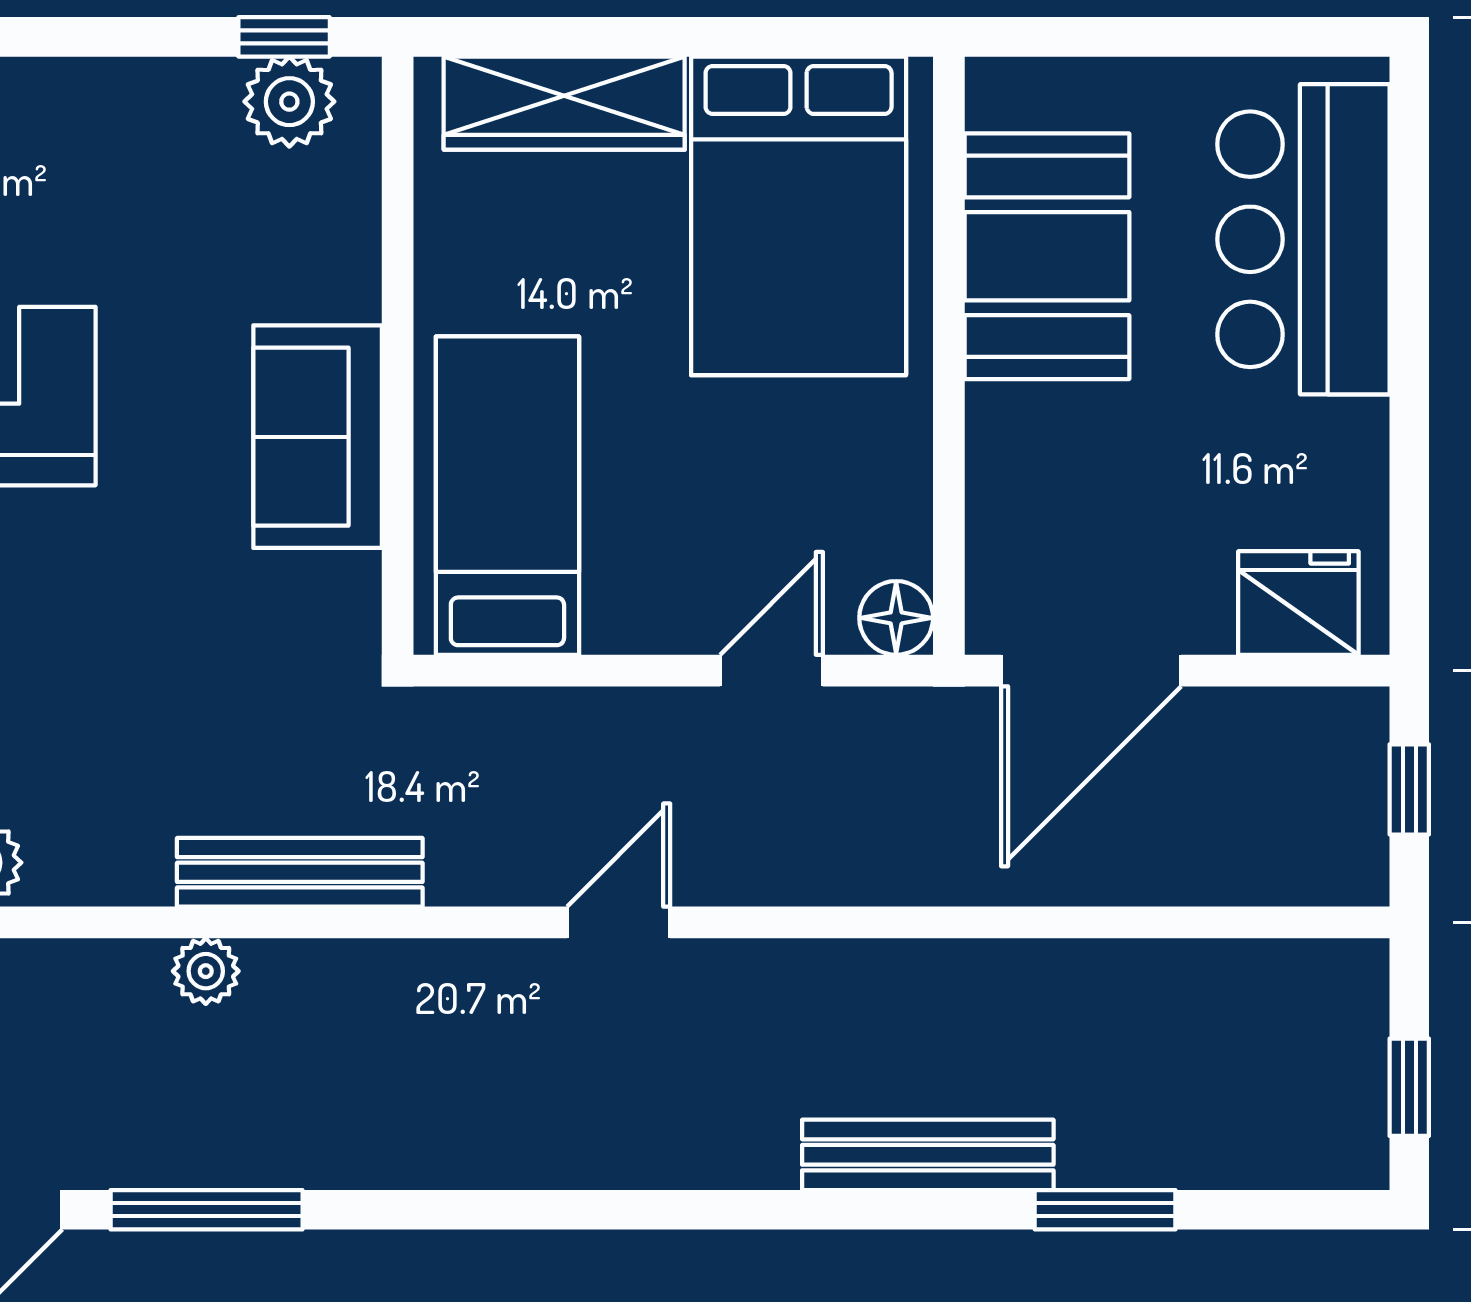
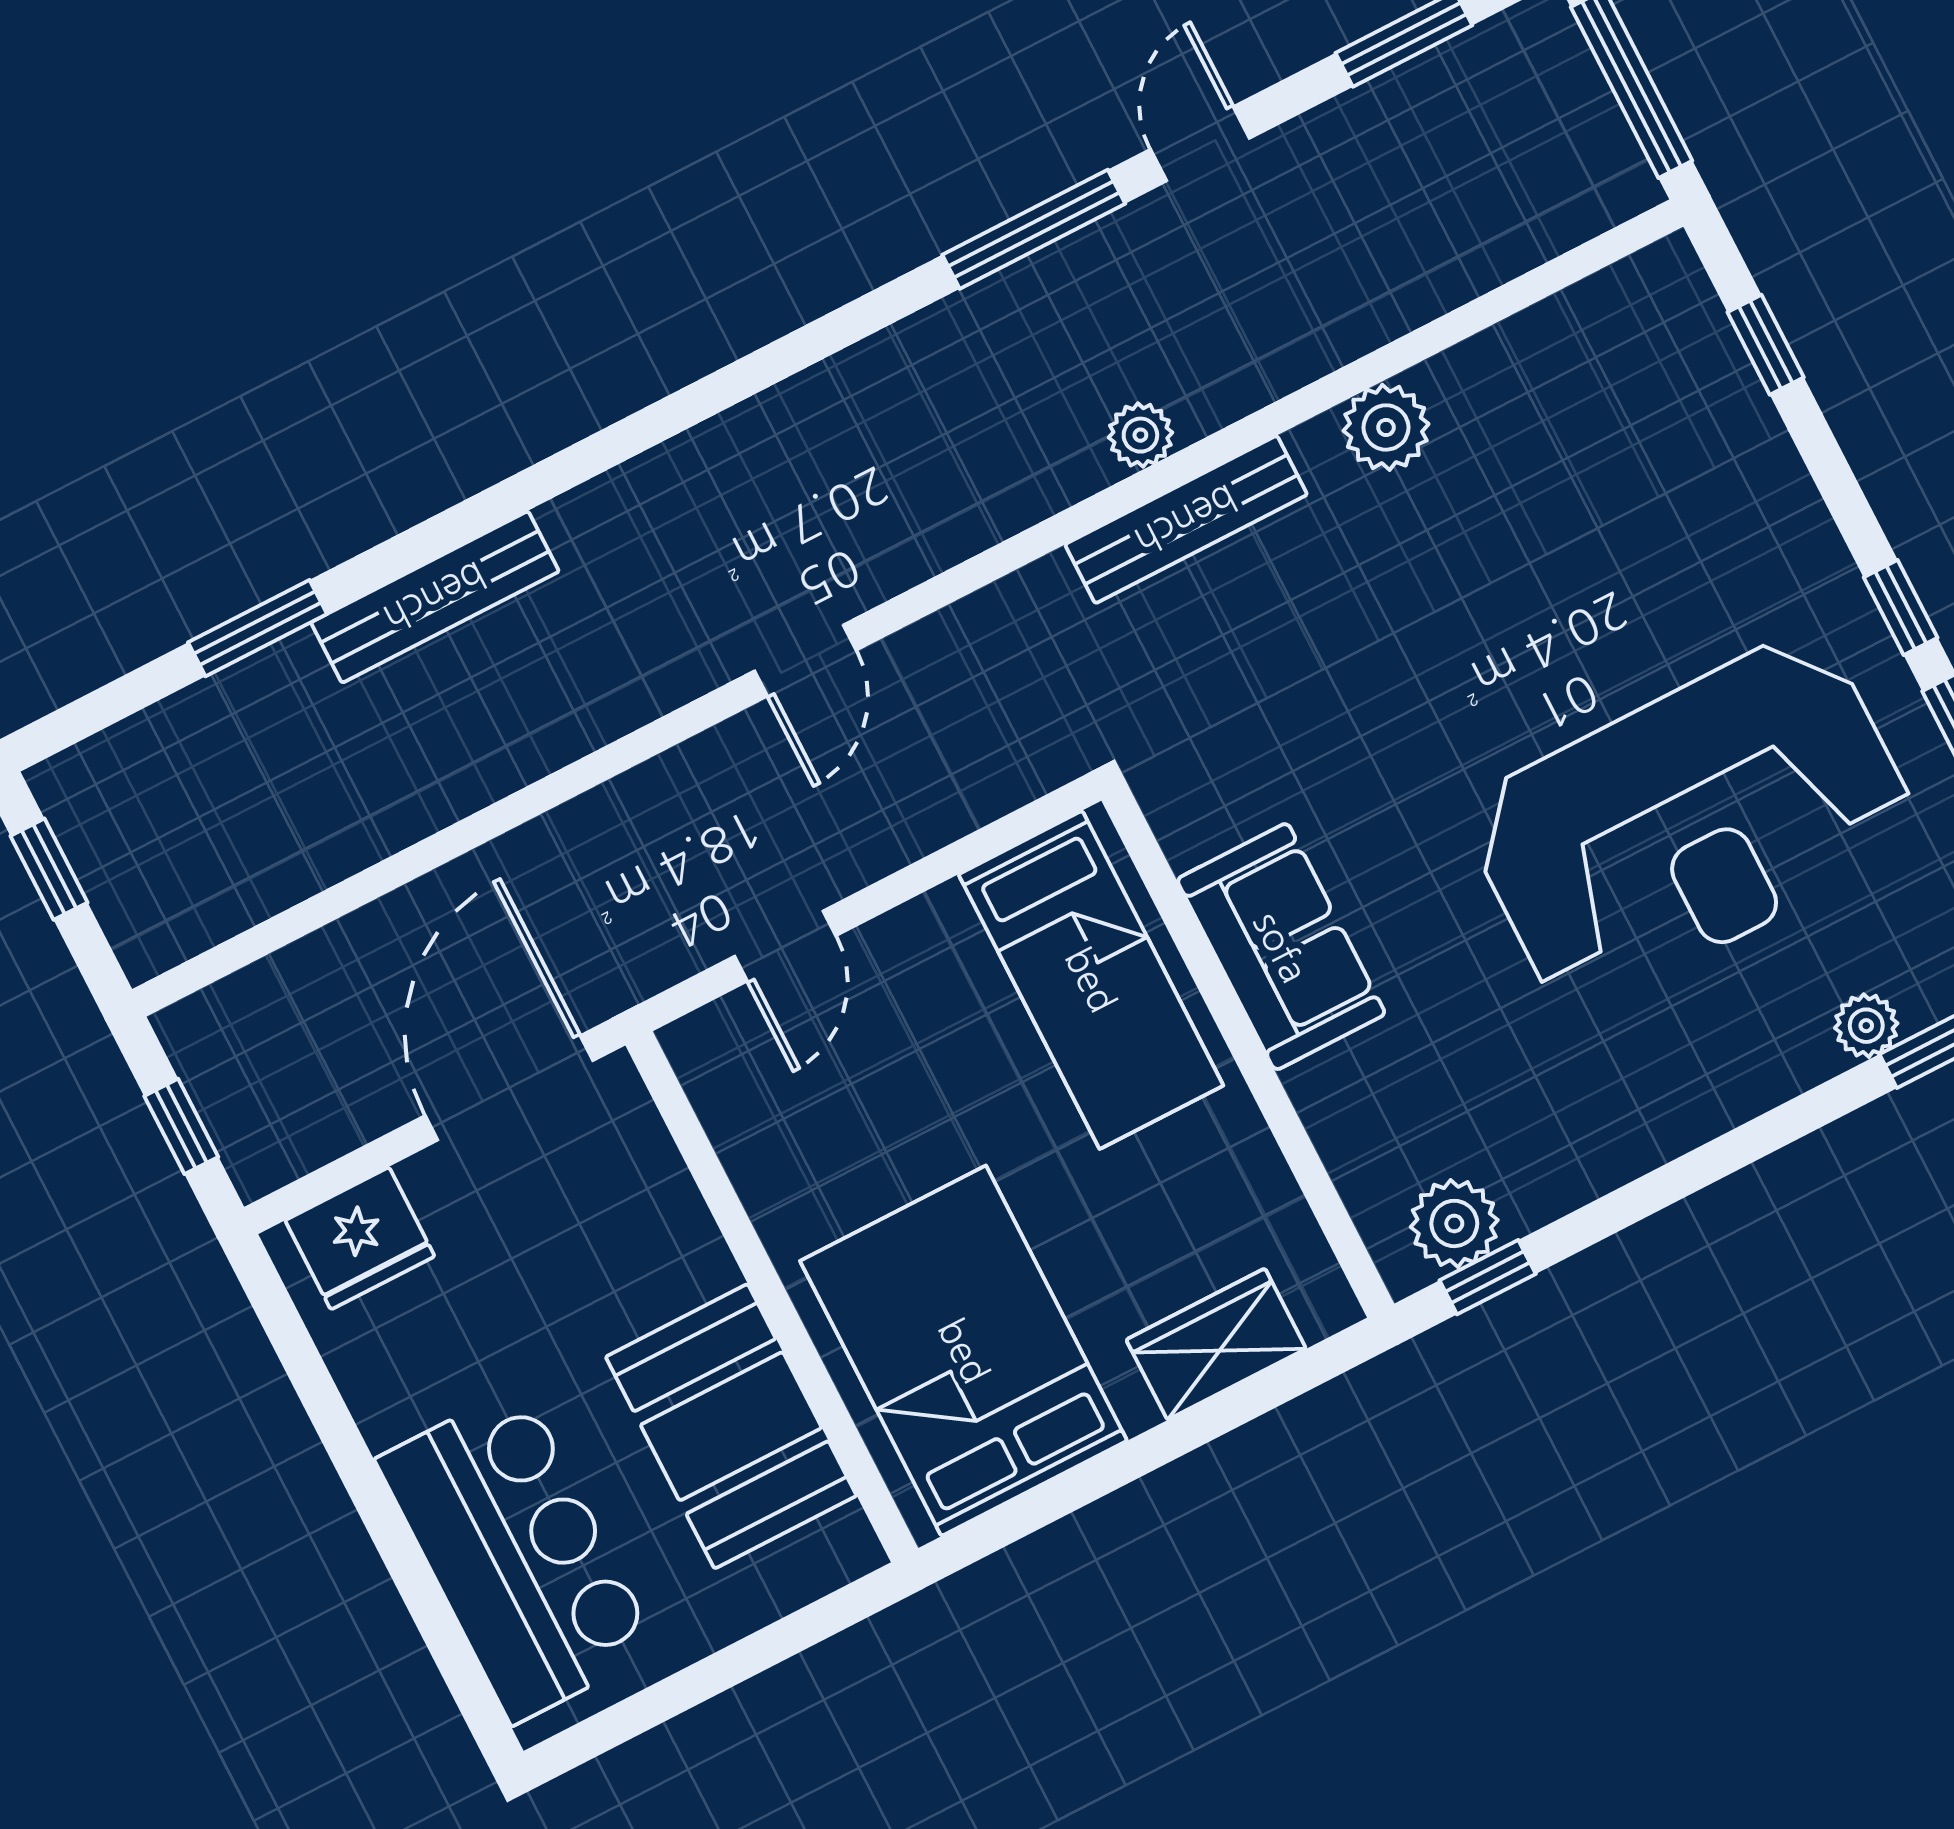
wardrobe: (564, 103) -> (1216, 1344), width x0.67
floor lamp: (896, 618) -> (701, 1047), removed
bench: (300, 872) -> (1186, 520), moved

